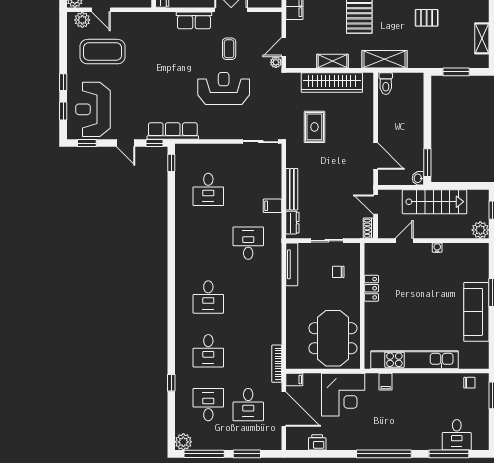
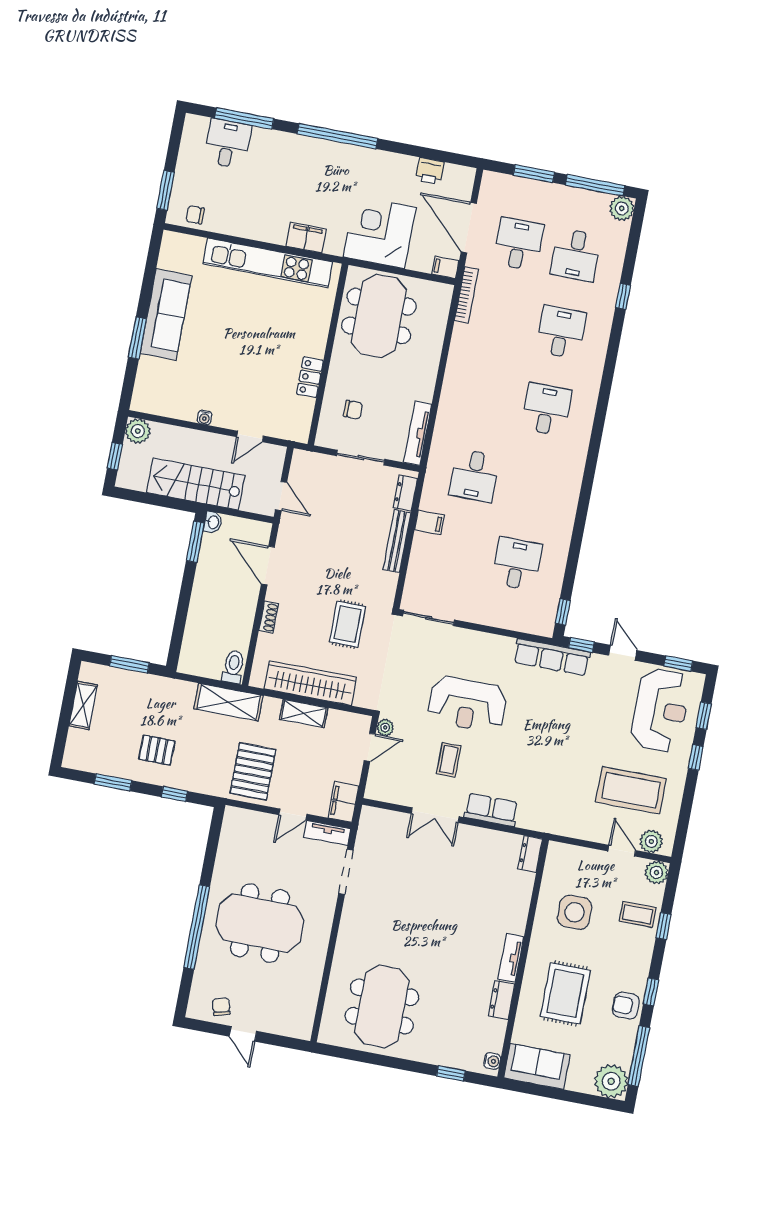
shoe rack: (368, 228) -> (269, 617), moved
filing cabinet: (386, 382) -> (306, 238), width x2.00

